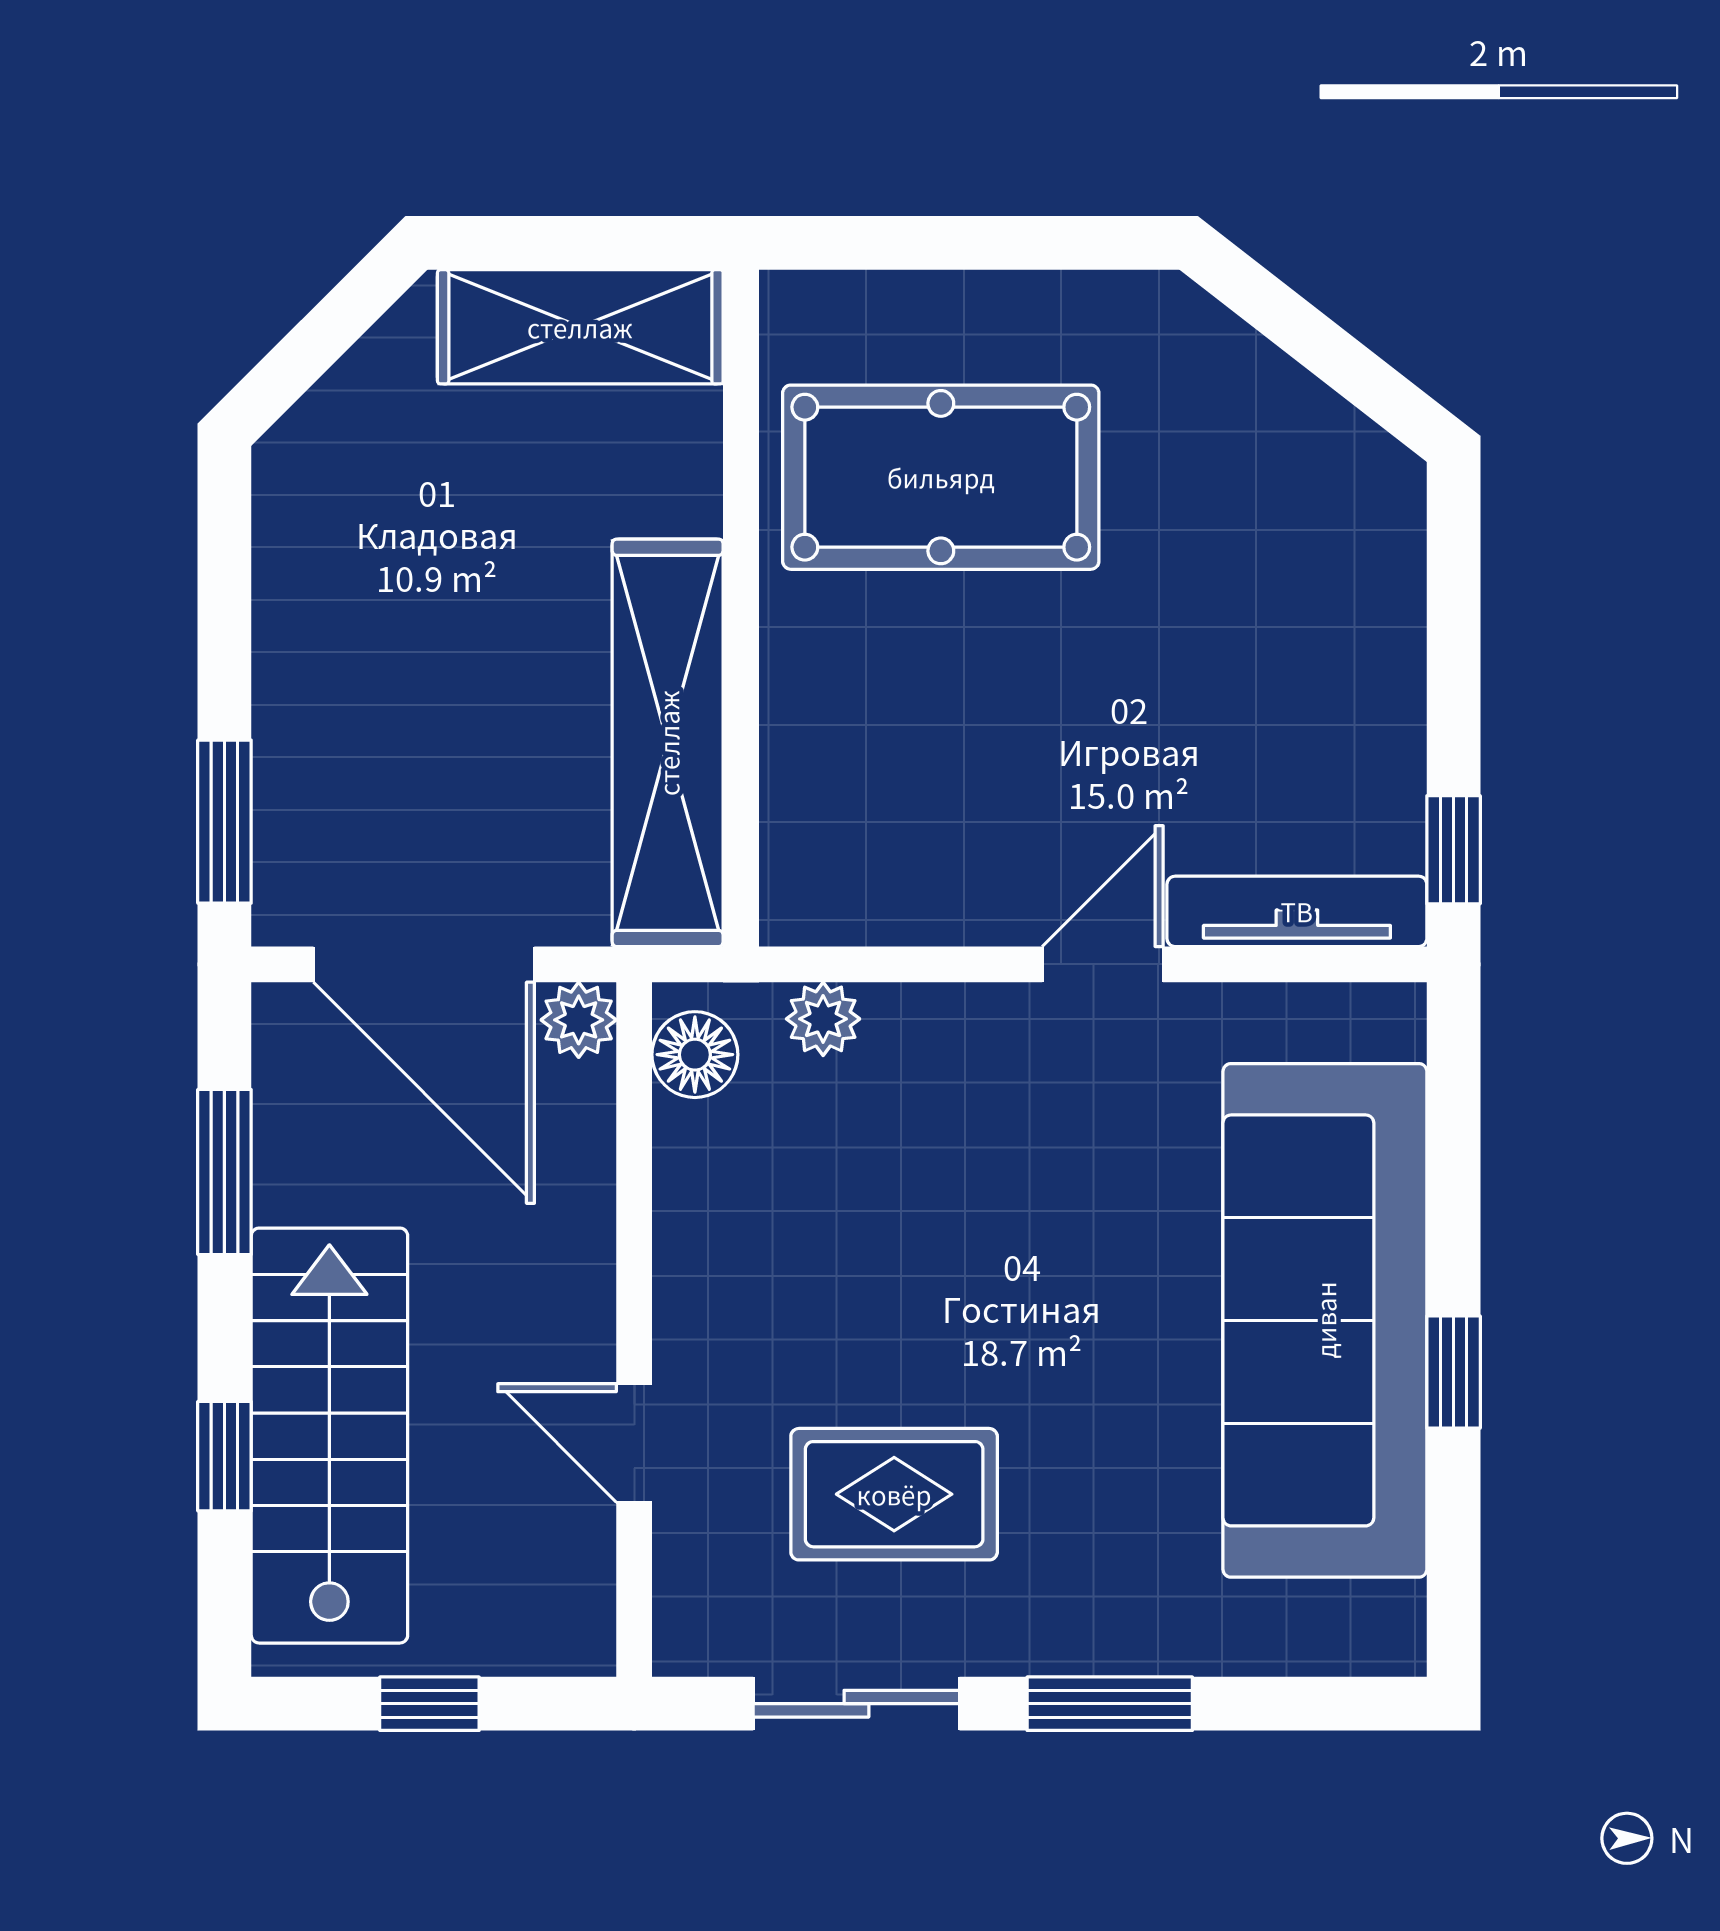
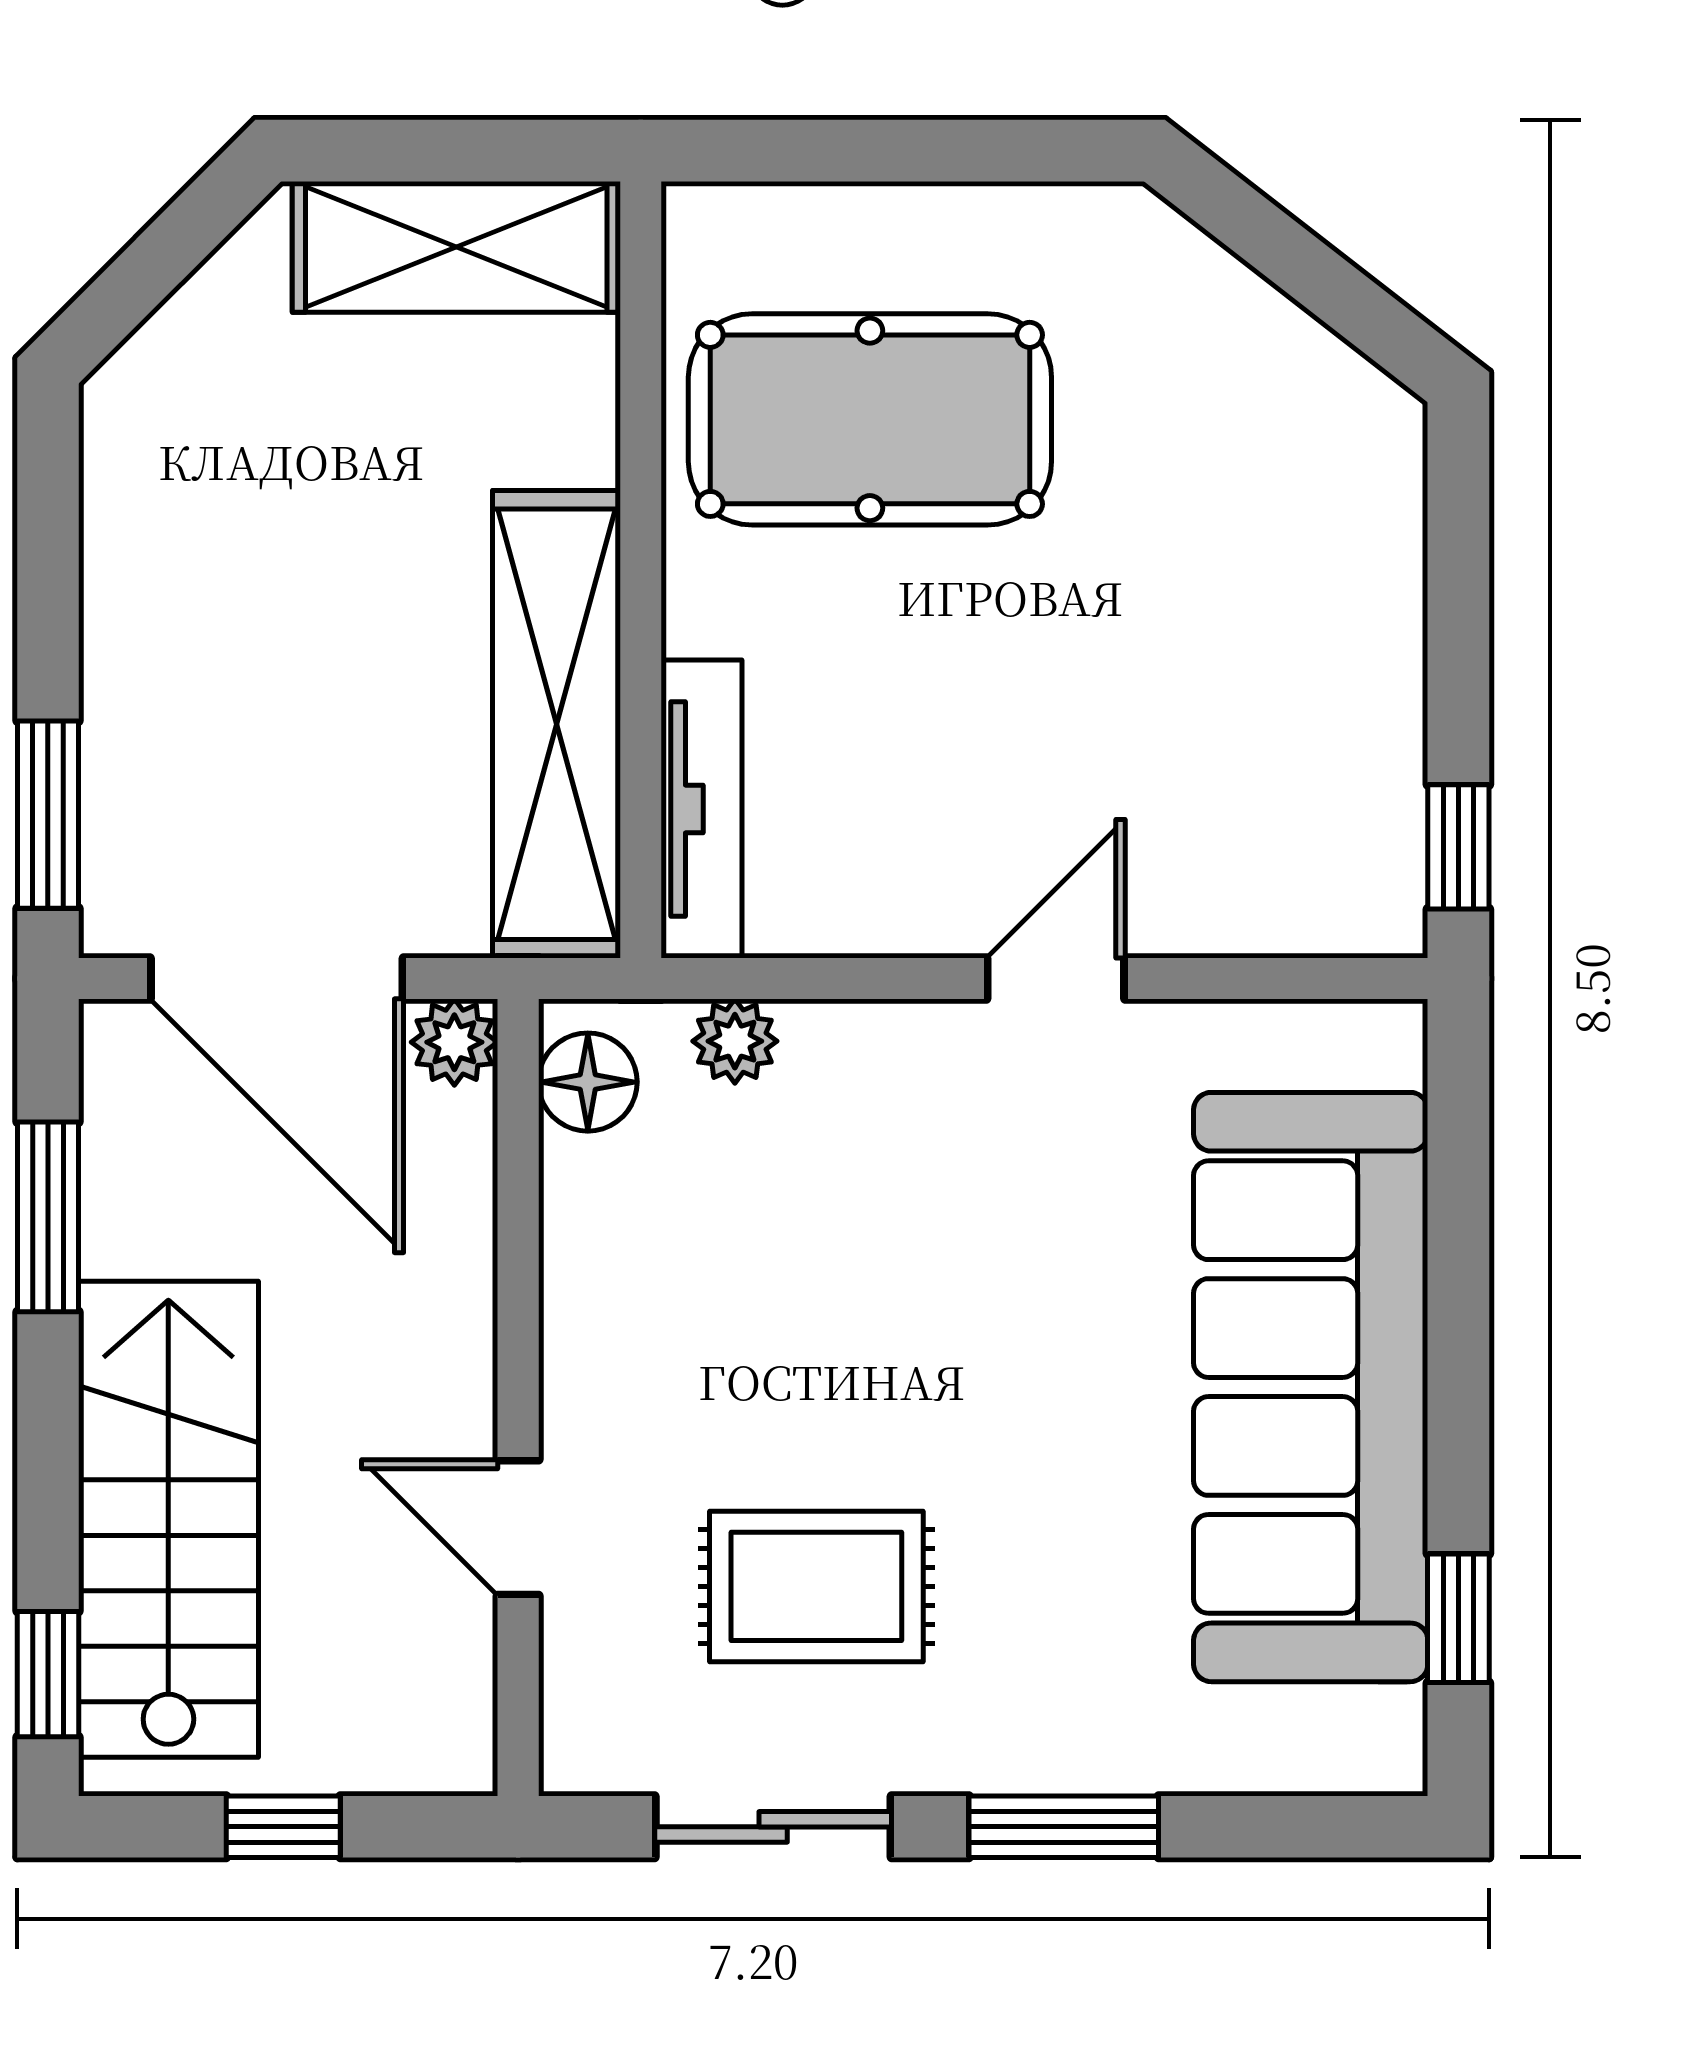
tv unit: (1297, 911) -> (702, 809), moved, turned 90
window: (1454, 1372) -> (1458, 1618), moved
window: (224, 1456) -> (48, 1674), moved

